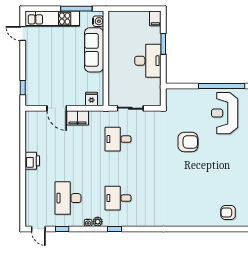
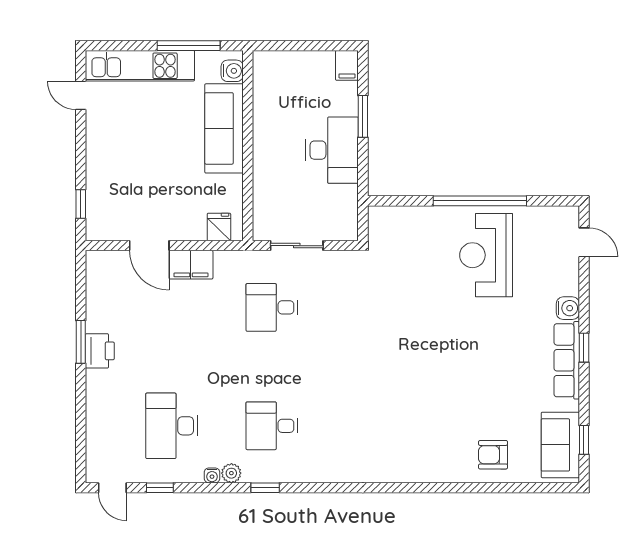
armchair: (188, 142) -> (412, 313), removed
window: (23, 156) -> (81, 342), added

